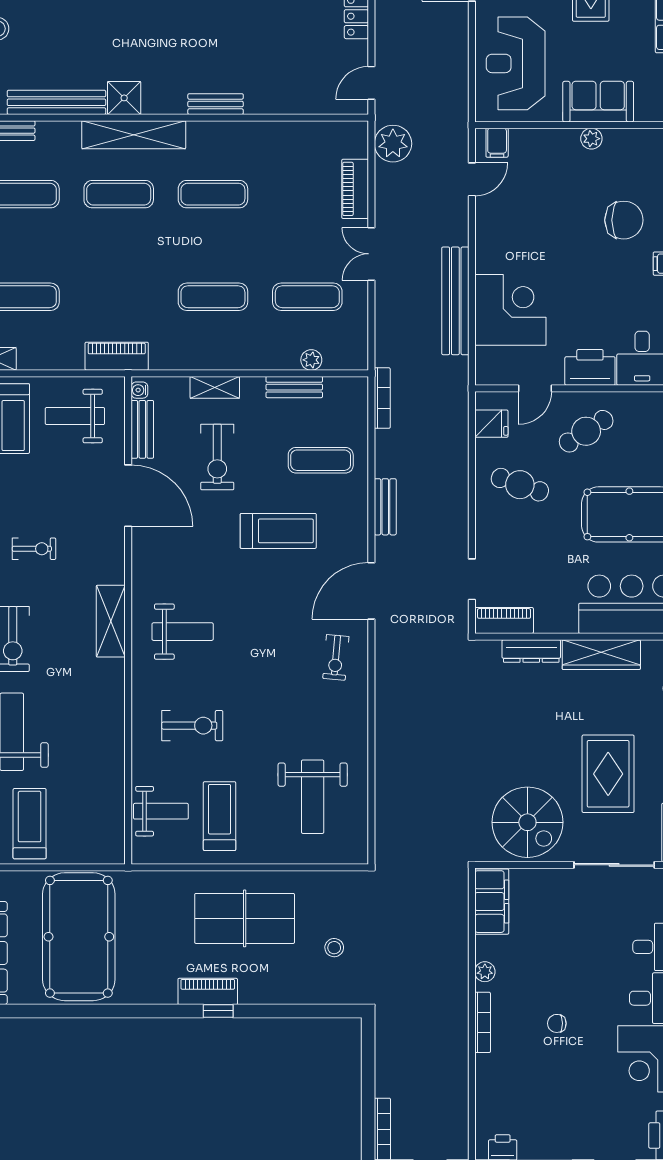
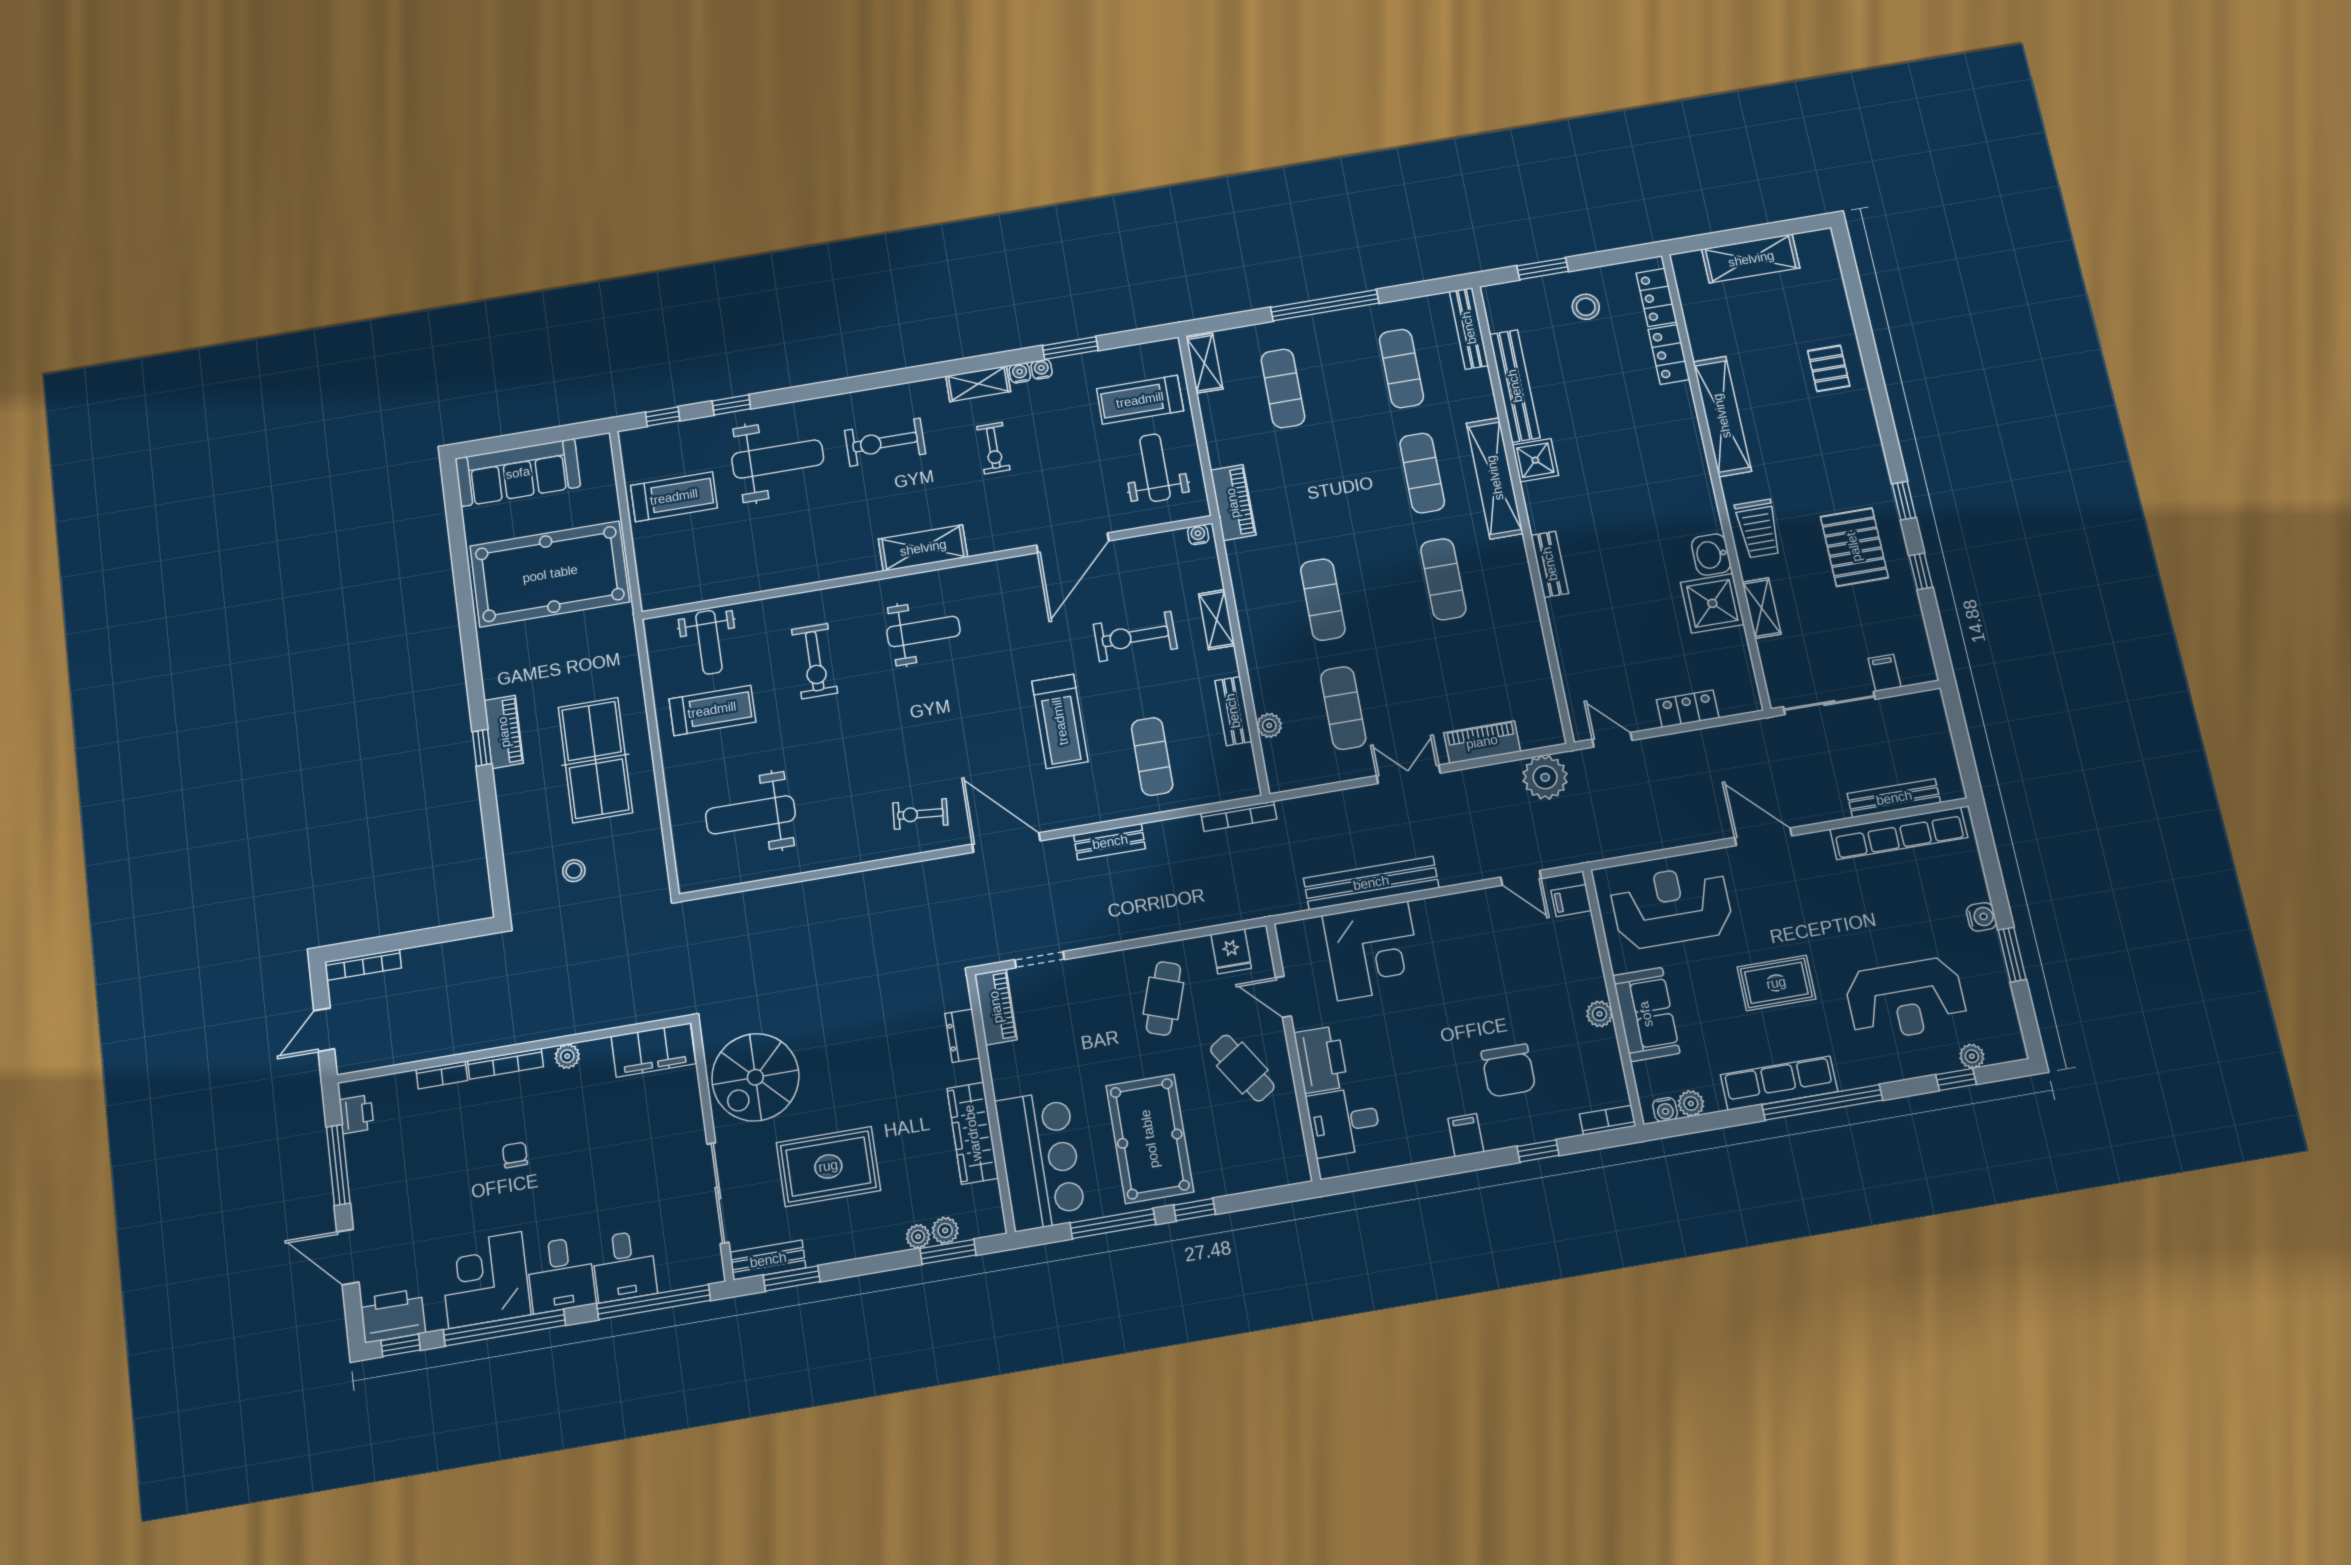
bench: (142, 429) -> (1153, 546), removed
weight bench: (183, 632) -> (923, 631), turned -90
dresser: (531, 651) -> (962, 1036), width x0.70
bookcase: (483, 1075) -> (442, 1075), added

